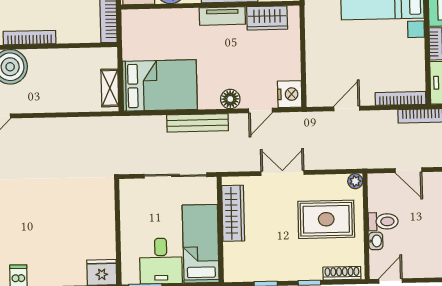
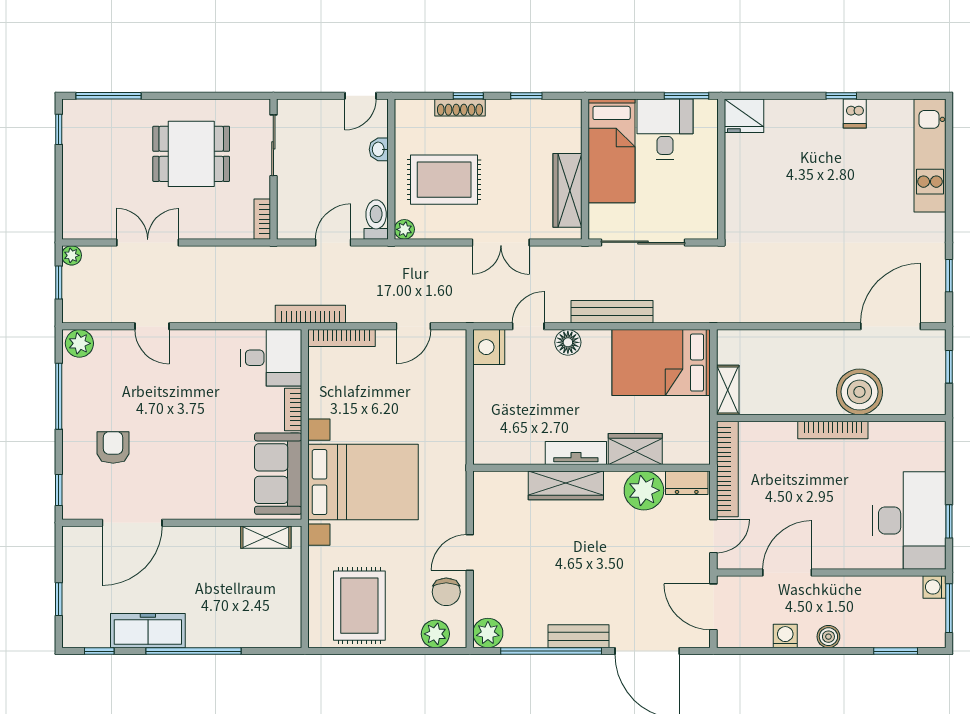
wardrobe: (267, 18) -> (635, 449), moved
shelving: (110, 88) -> (728, 390), moved
door: (408, 170) -> (333, 242), hinge flipped
toilet: (383, 221) -> (376, 220), moved, turned 90
shoe rack: (342, 273) -> (460, 107), moved

